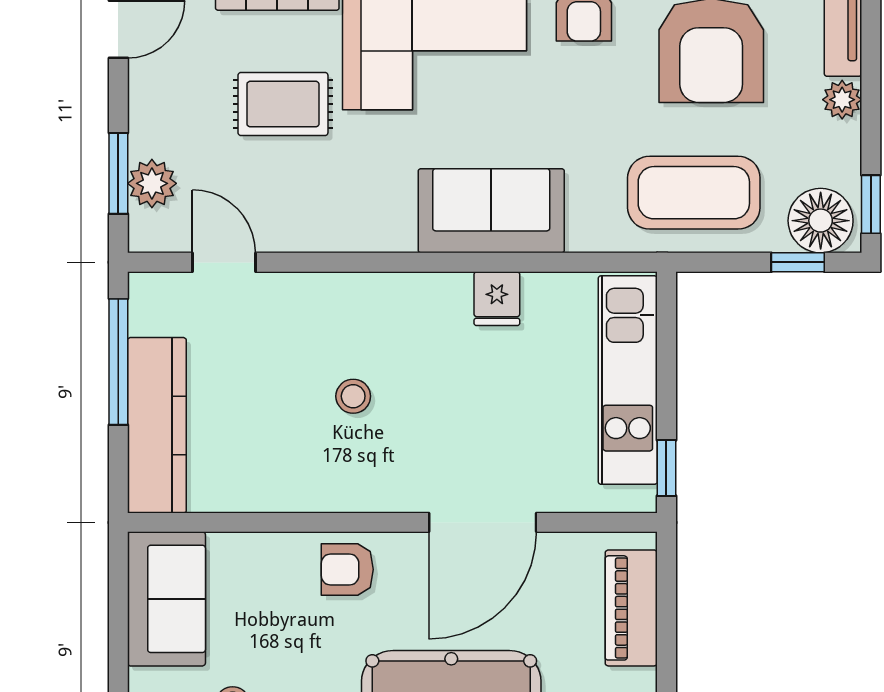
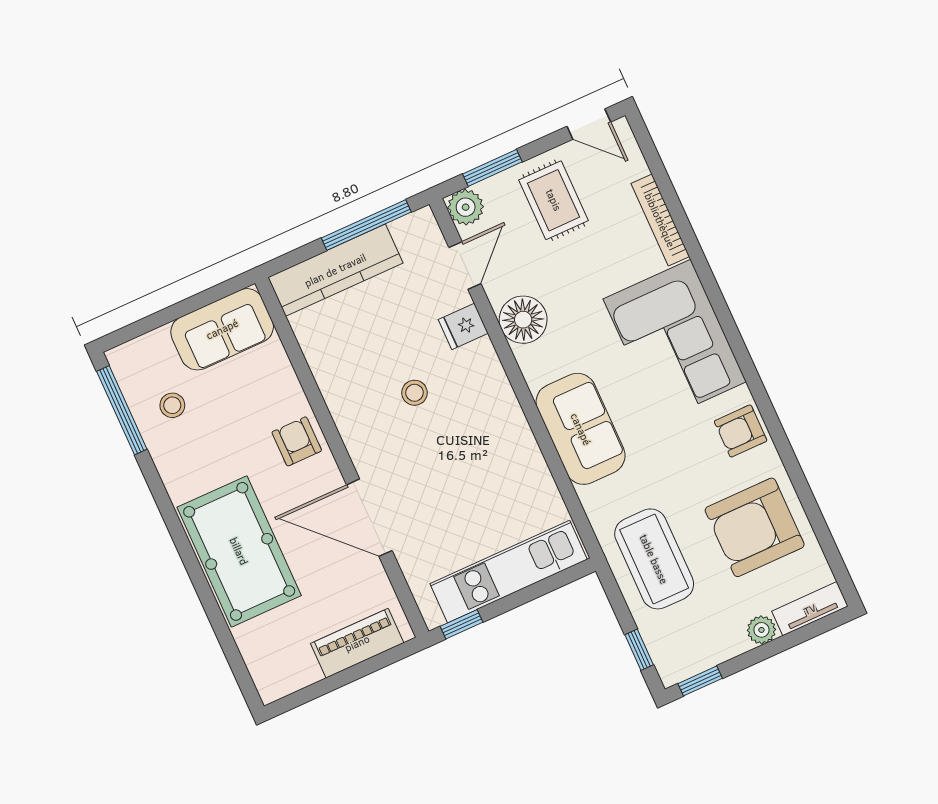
rug: (283, 104) -> (554, 200), moved
plant: (152, 183) -> (466, 207), moved
floor lamp: (821, 221) -> (523, 320), moved
fridge: (497, 299) -> (463, 326), moved

